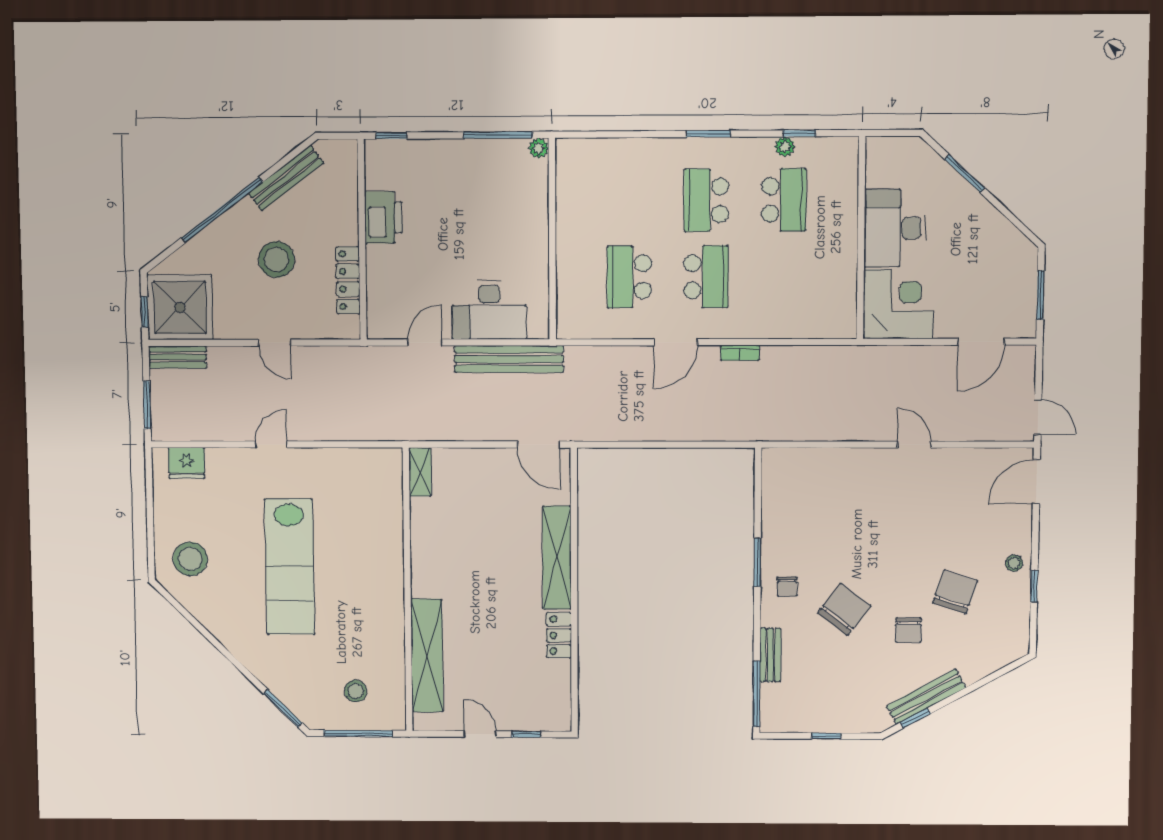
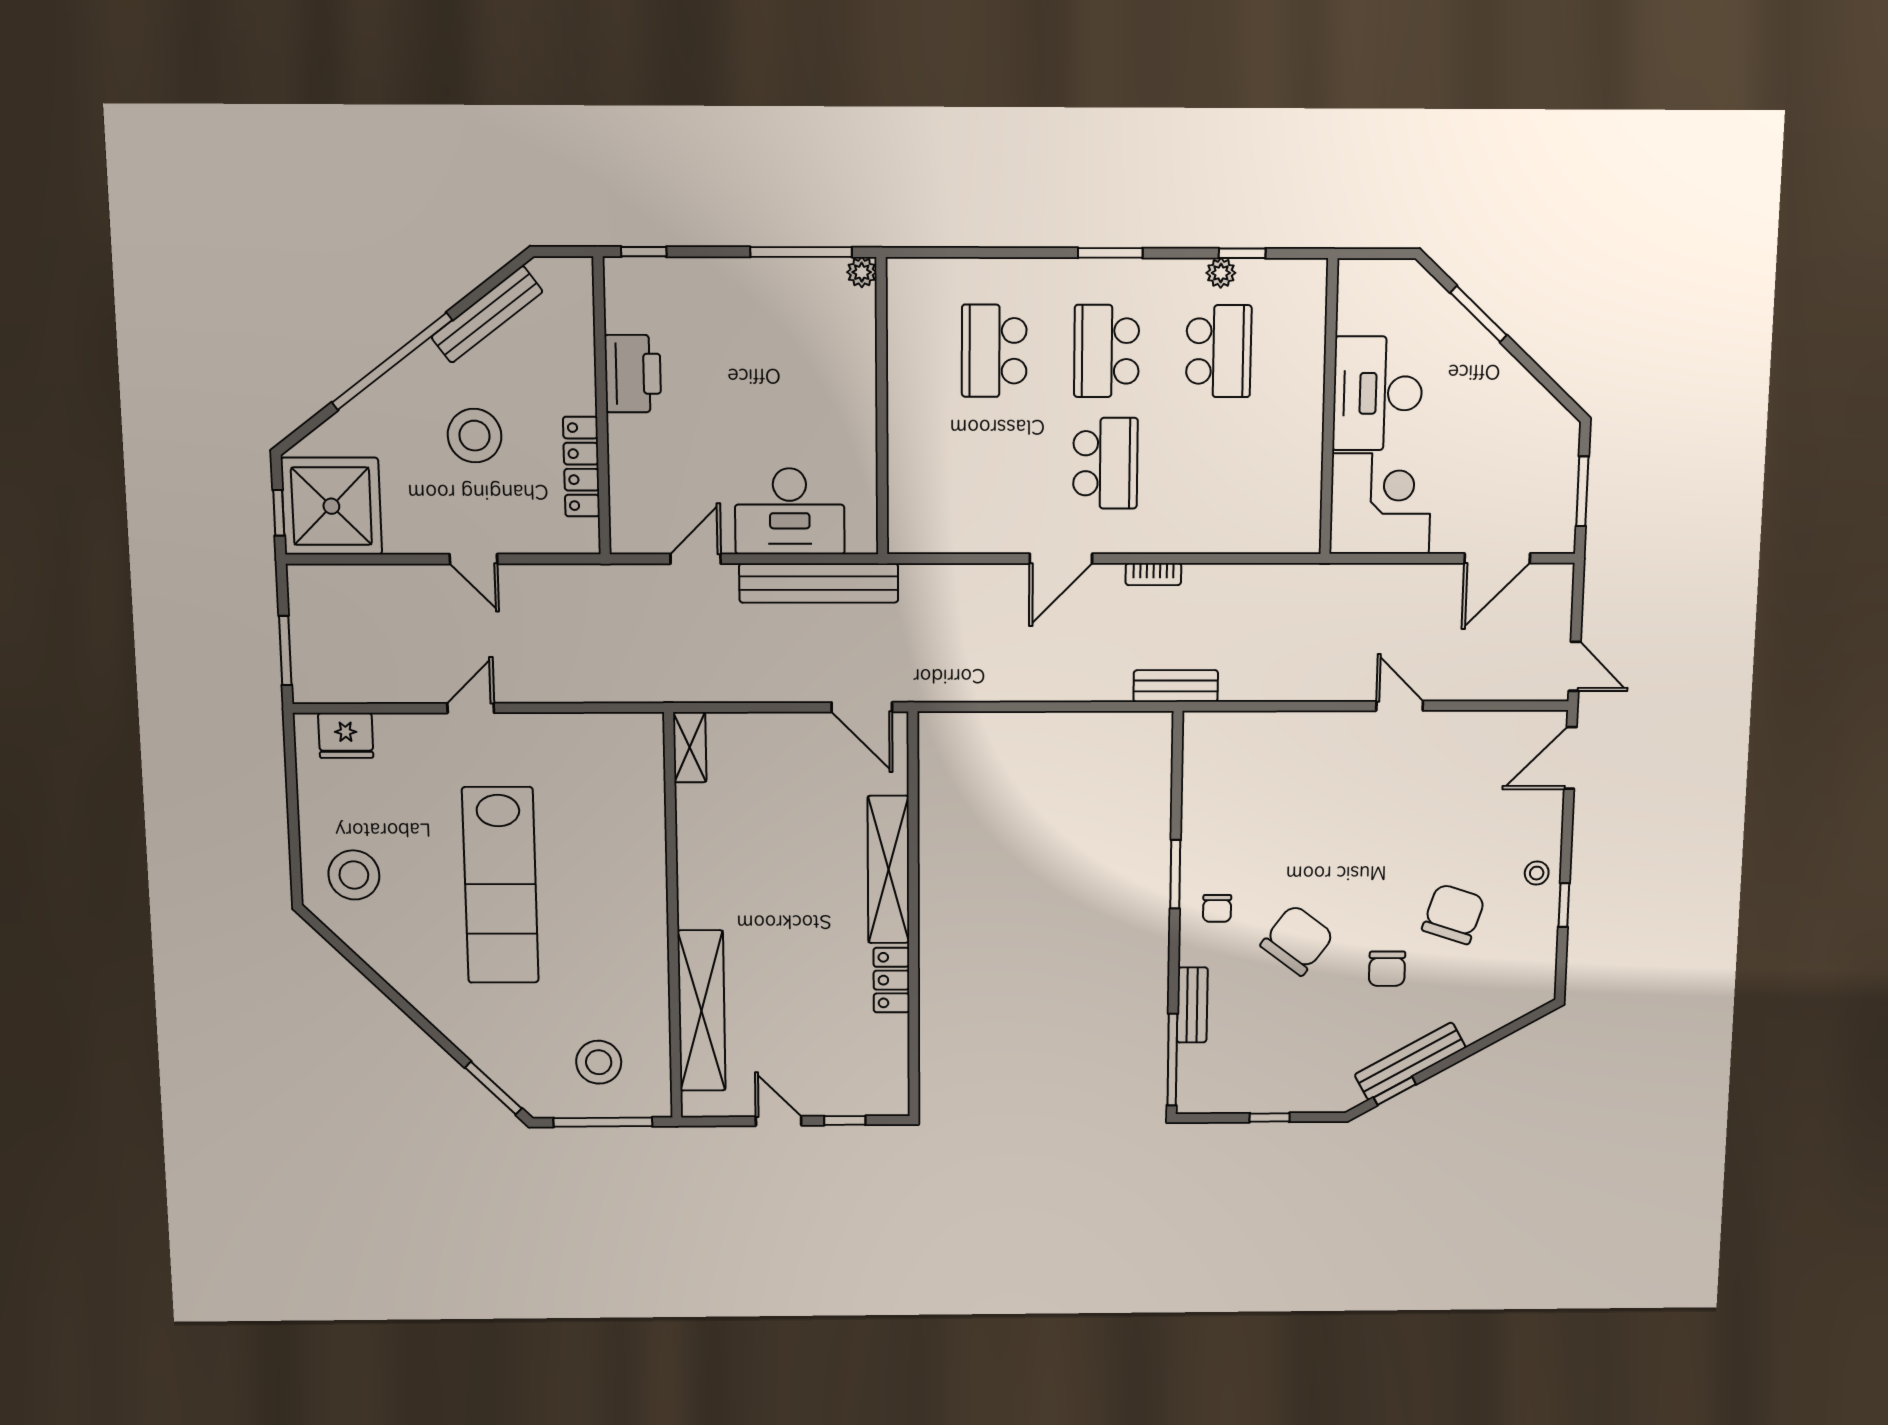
school desk: (629, 277) -> (994, 351), moved
bench: (178, 357) -> (1176, 686), moved
stool: (356, 691) -> (599, 1062), width x1.38, depth x1.38

